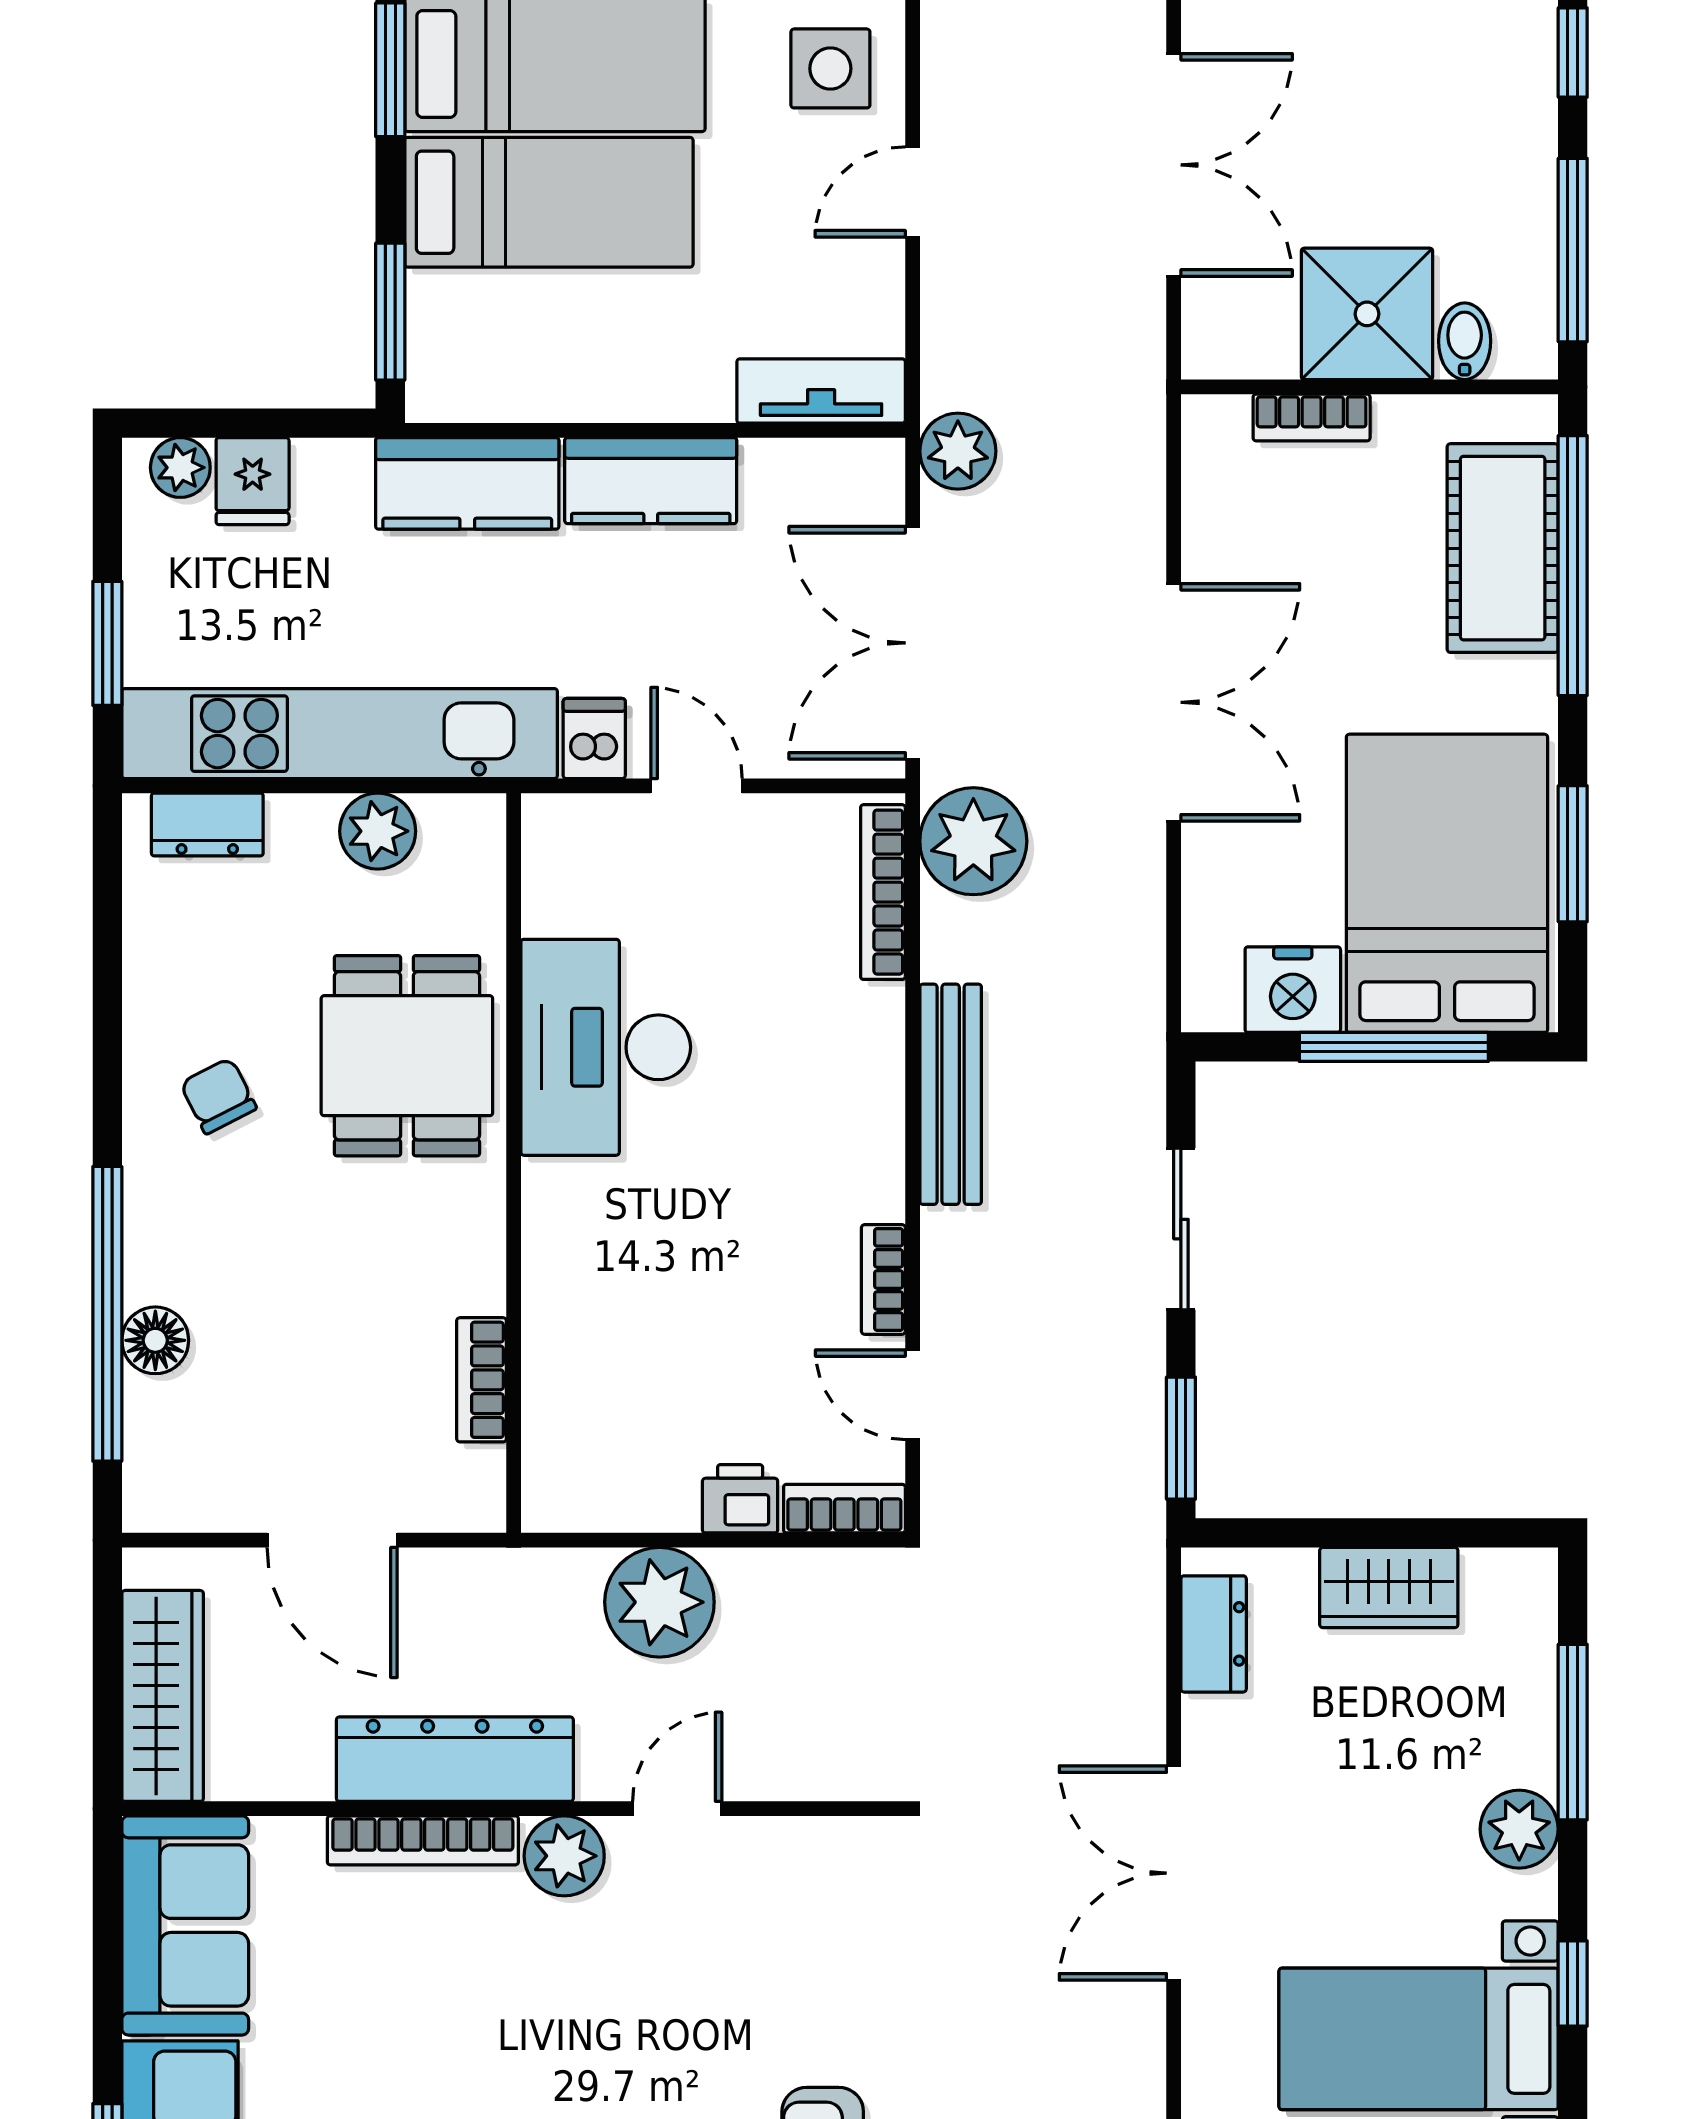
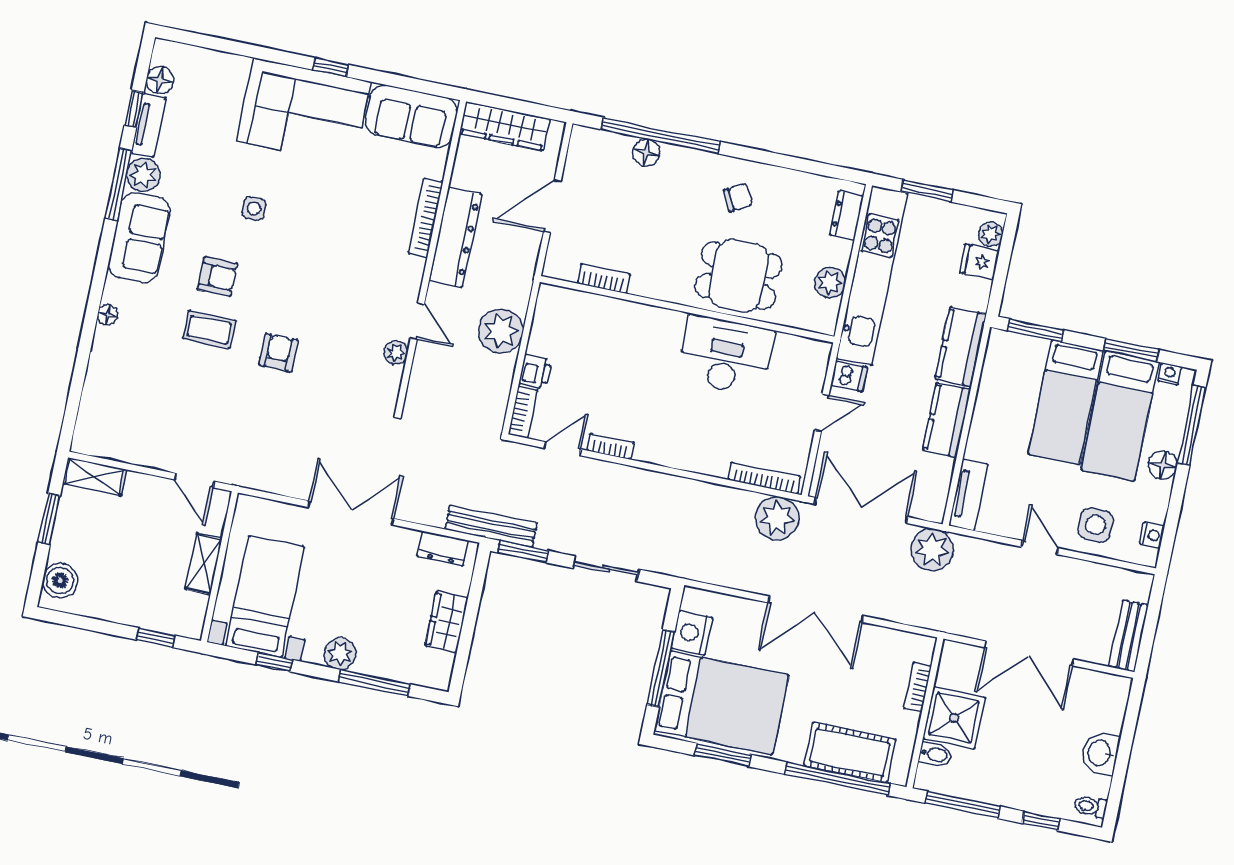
plant: (958, 451) -> (932, 550), width x1.36, depth x1.36
bench: (951, 1094) -> (491, 526), moved
plant: (564, 1856) -> (396, 353), moved, width x0.73, depth x0.73

